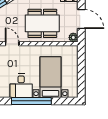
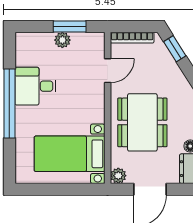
bed with nightstands: (50, 77) -> (70, 154), moved, turned 180

